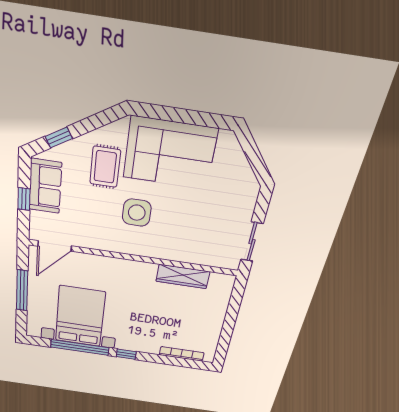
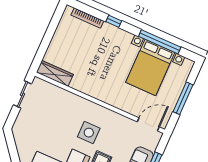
wardrobe: (183, 276) -> (55, 73), moved
window: (126, 354) -> (114, 21), moved

